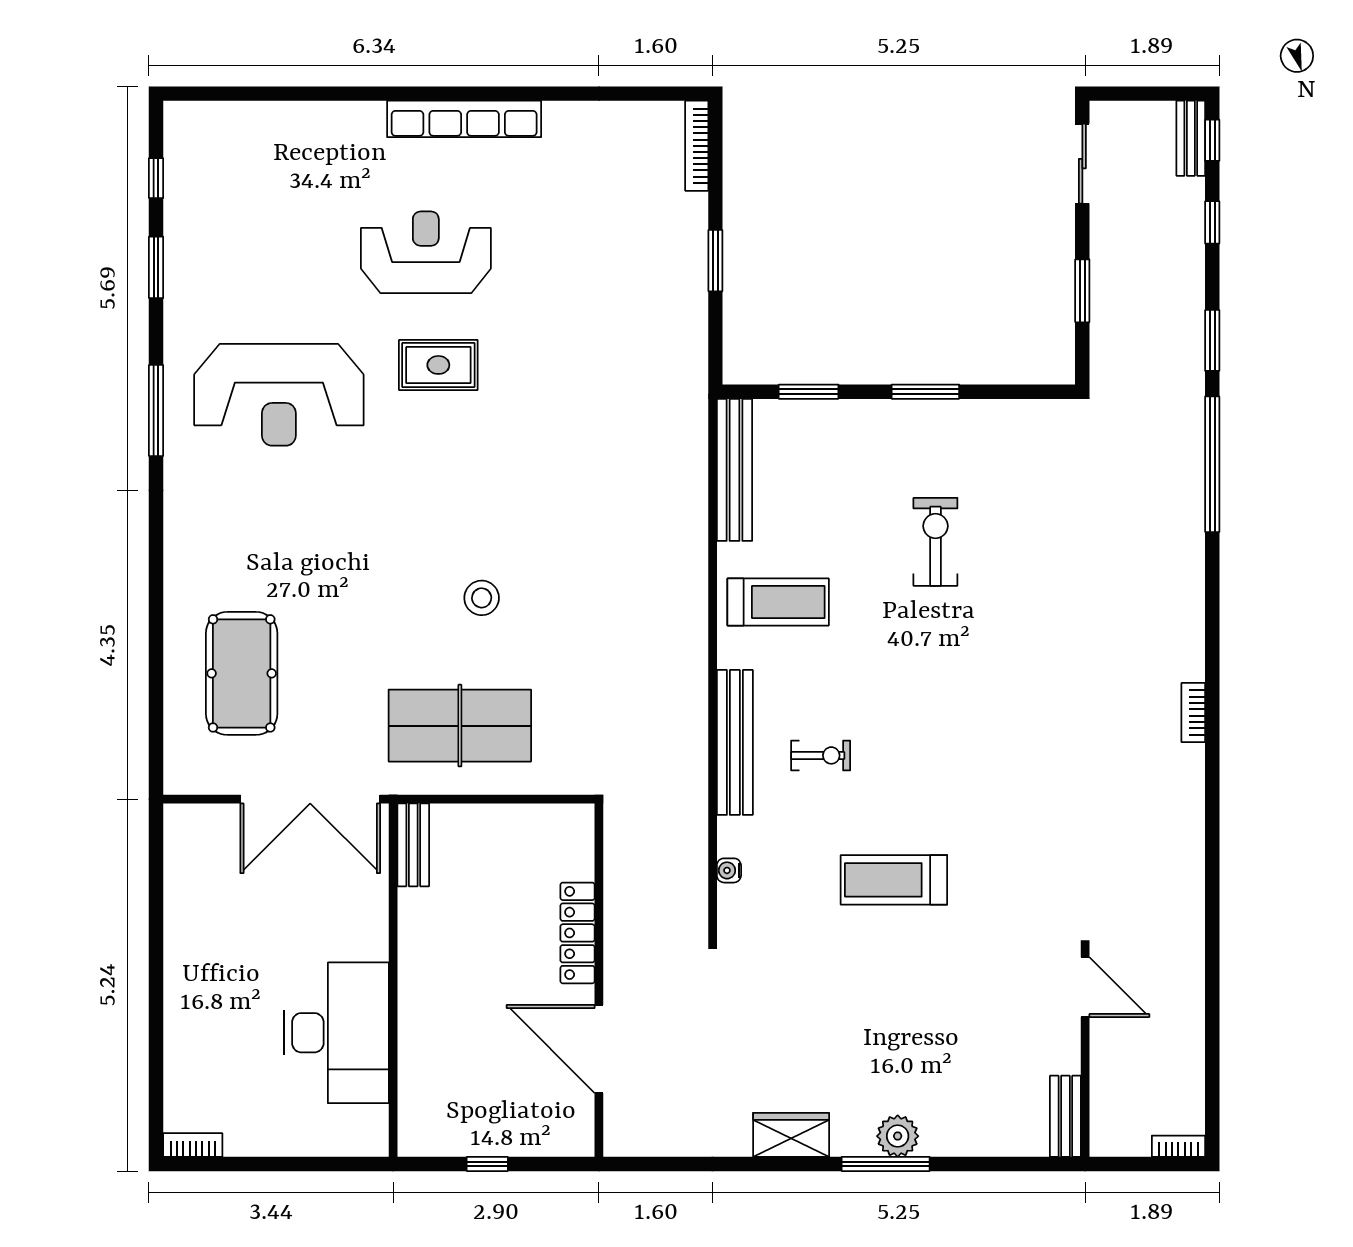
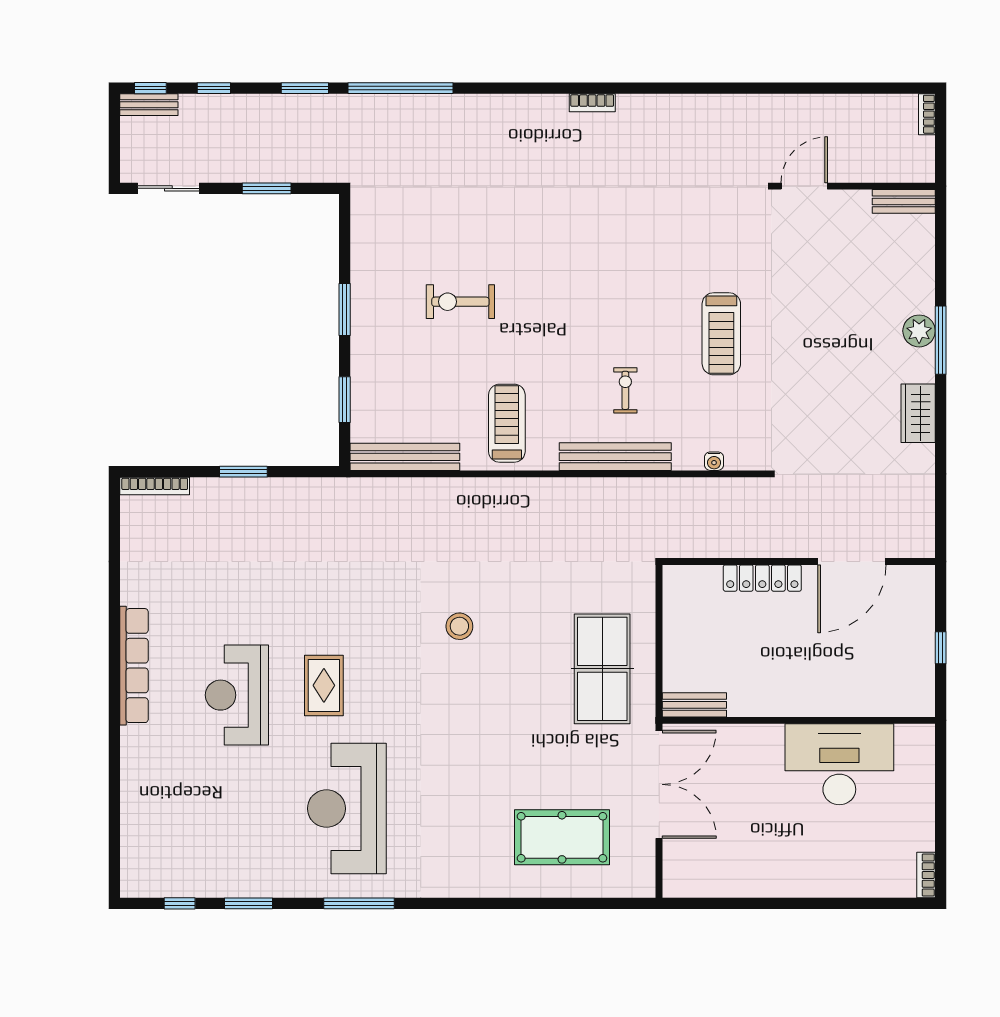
reception desk: (279, 395) -> (347, 809), turned 180
stool: (482, 598) -> (459, 626), moved

